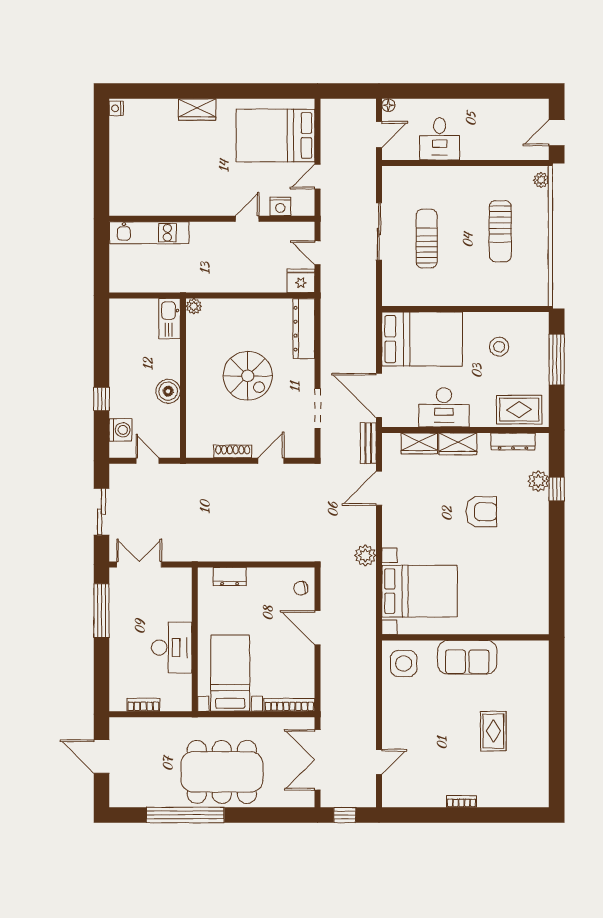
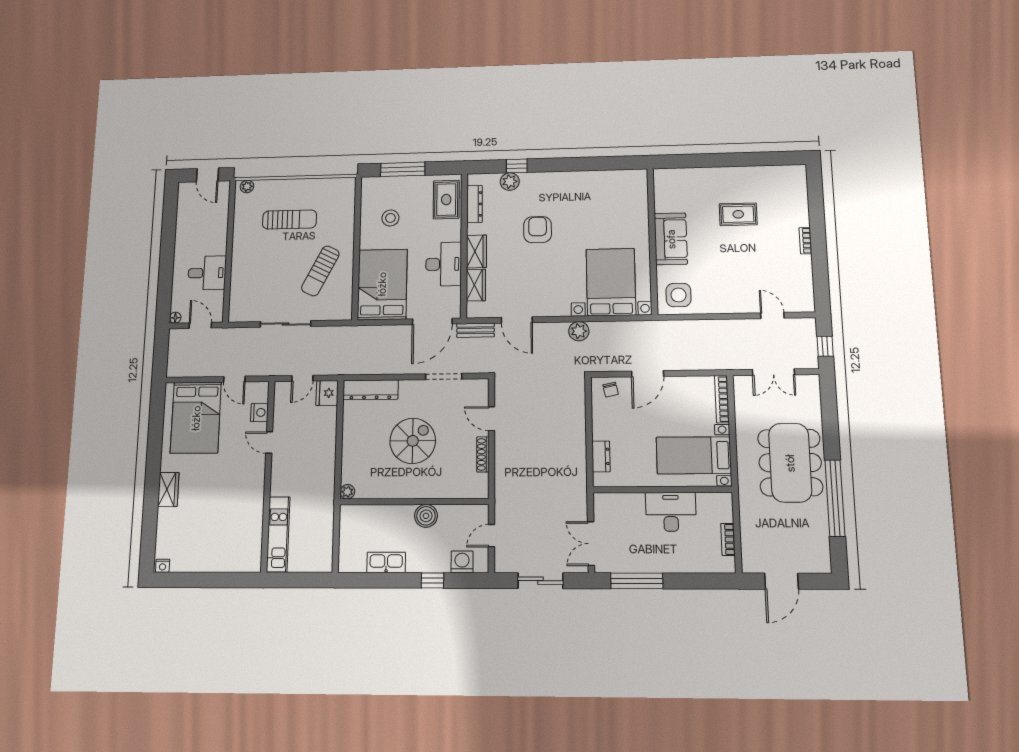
sun lounger: (427, 239) -> (320, 271), moved, turned -63
kitchen sink: (170, 319) -> (386, 562), moved, turned 180
double door: (318, 760) -> (773, 372), width x0.73

